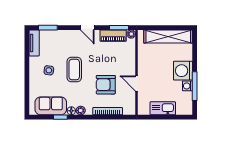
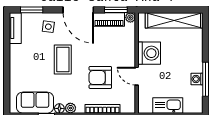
door: (87, 28) -> (78, 10), width x1.87
side table: (49, 70) -> (48, 27), moved
washing machine: (183, 71) -> (149, 53), moved, turned 180

